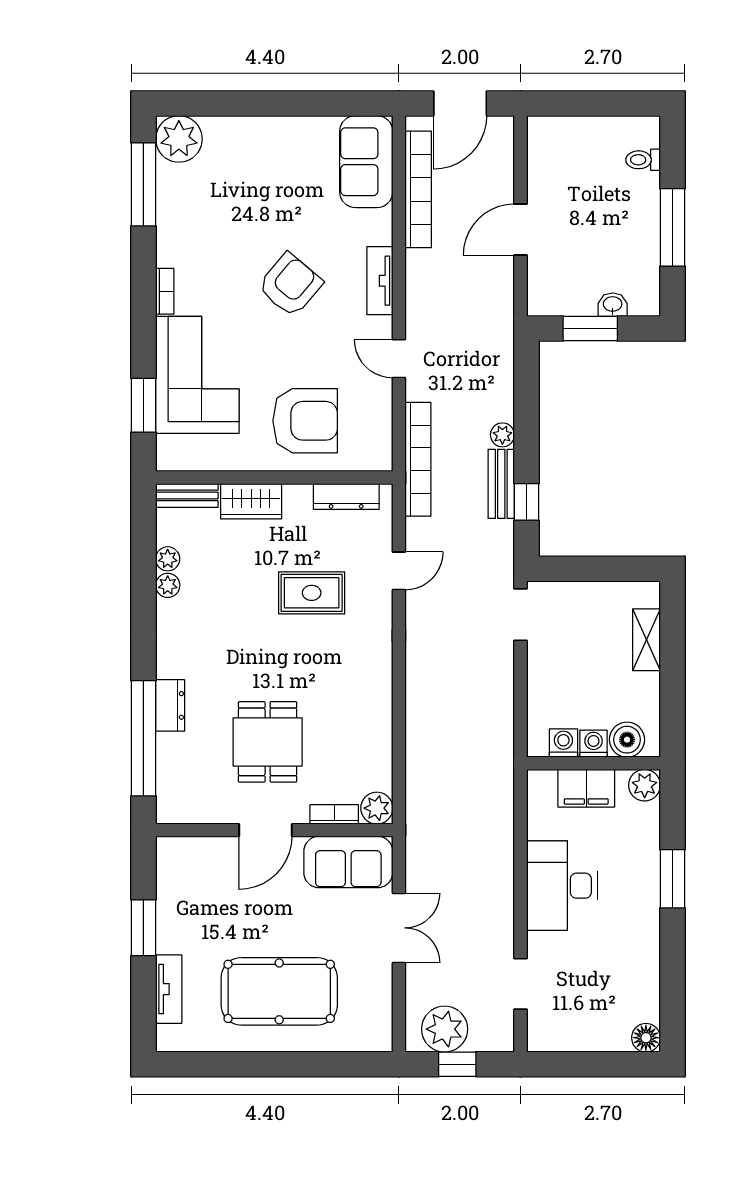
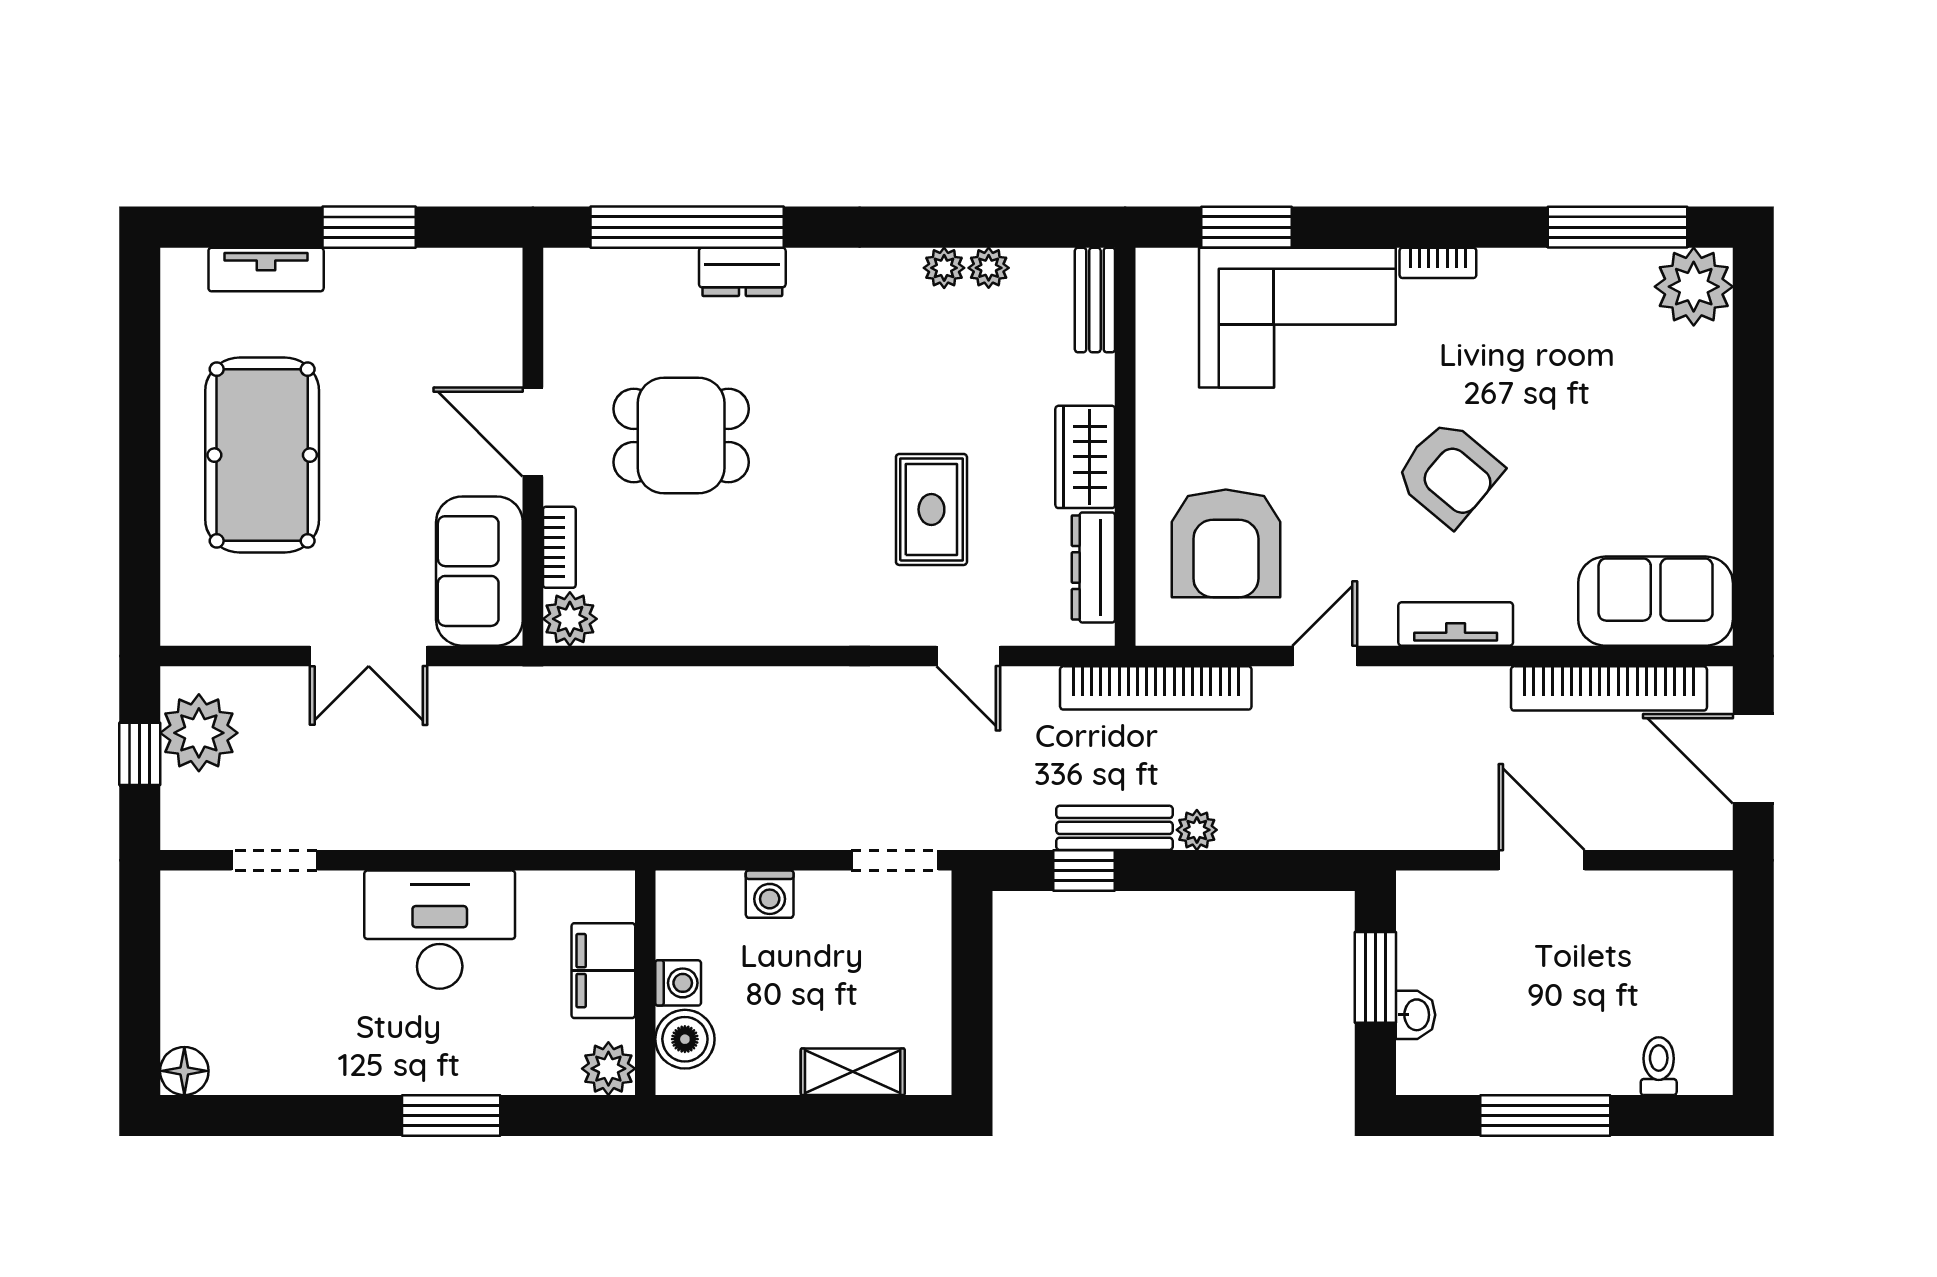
armchair: (305, 421) -> (1226, 543), moved
wardrobe: (251, 501) -> (1085, 457), moved
washing machine: (563, 743) -> (770, 894), moved, turned 90

